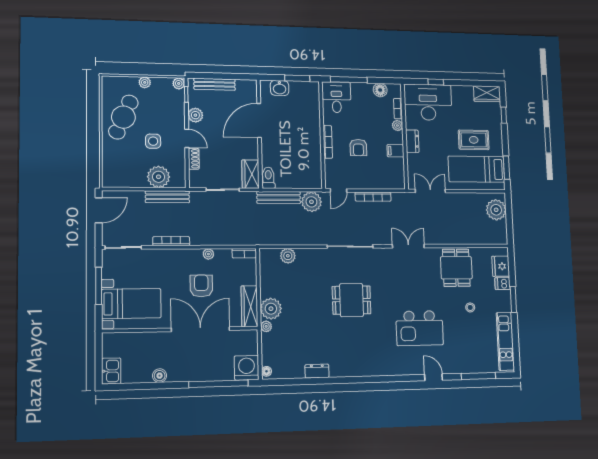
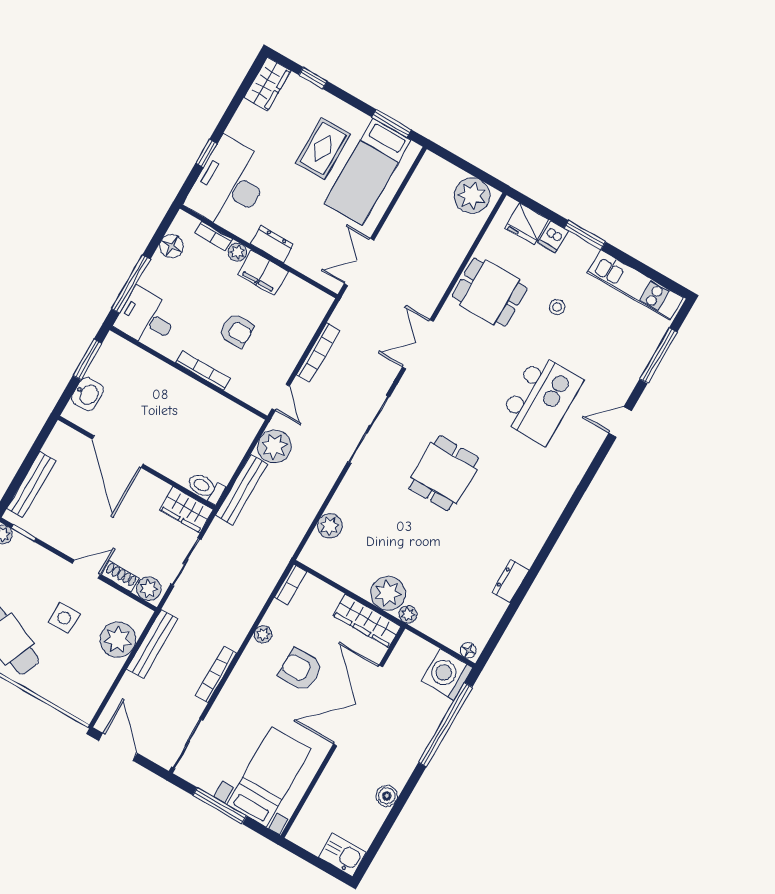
plant: (195, 115) -> (149, 589), moved
filing cabinet: (395, 151) -> (263, 273), width x2.00
plant: (496, 210) -> (472, 196), moved

